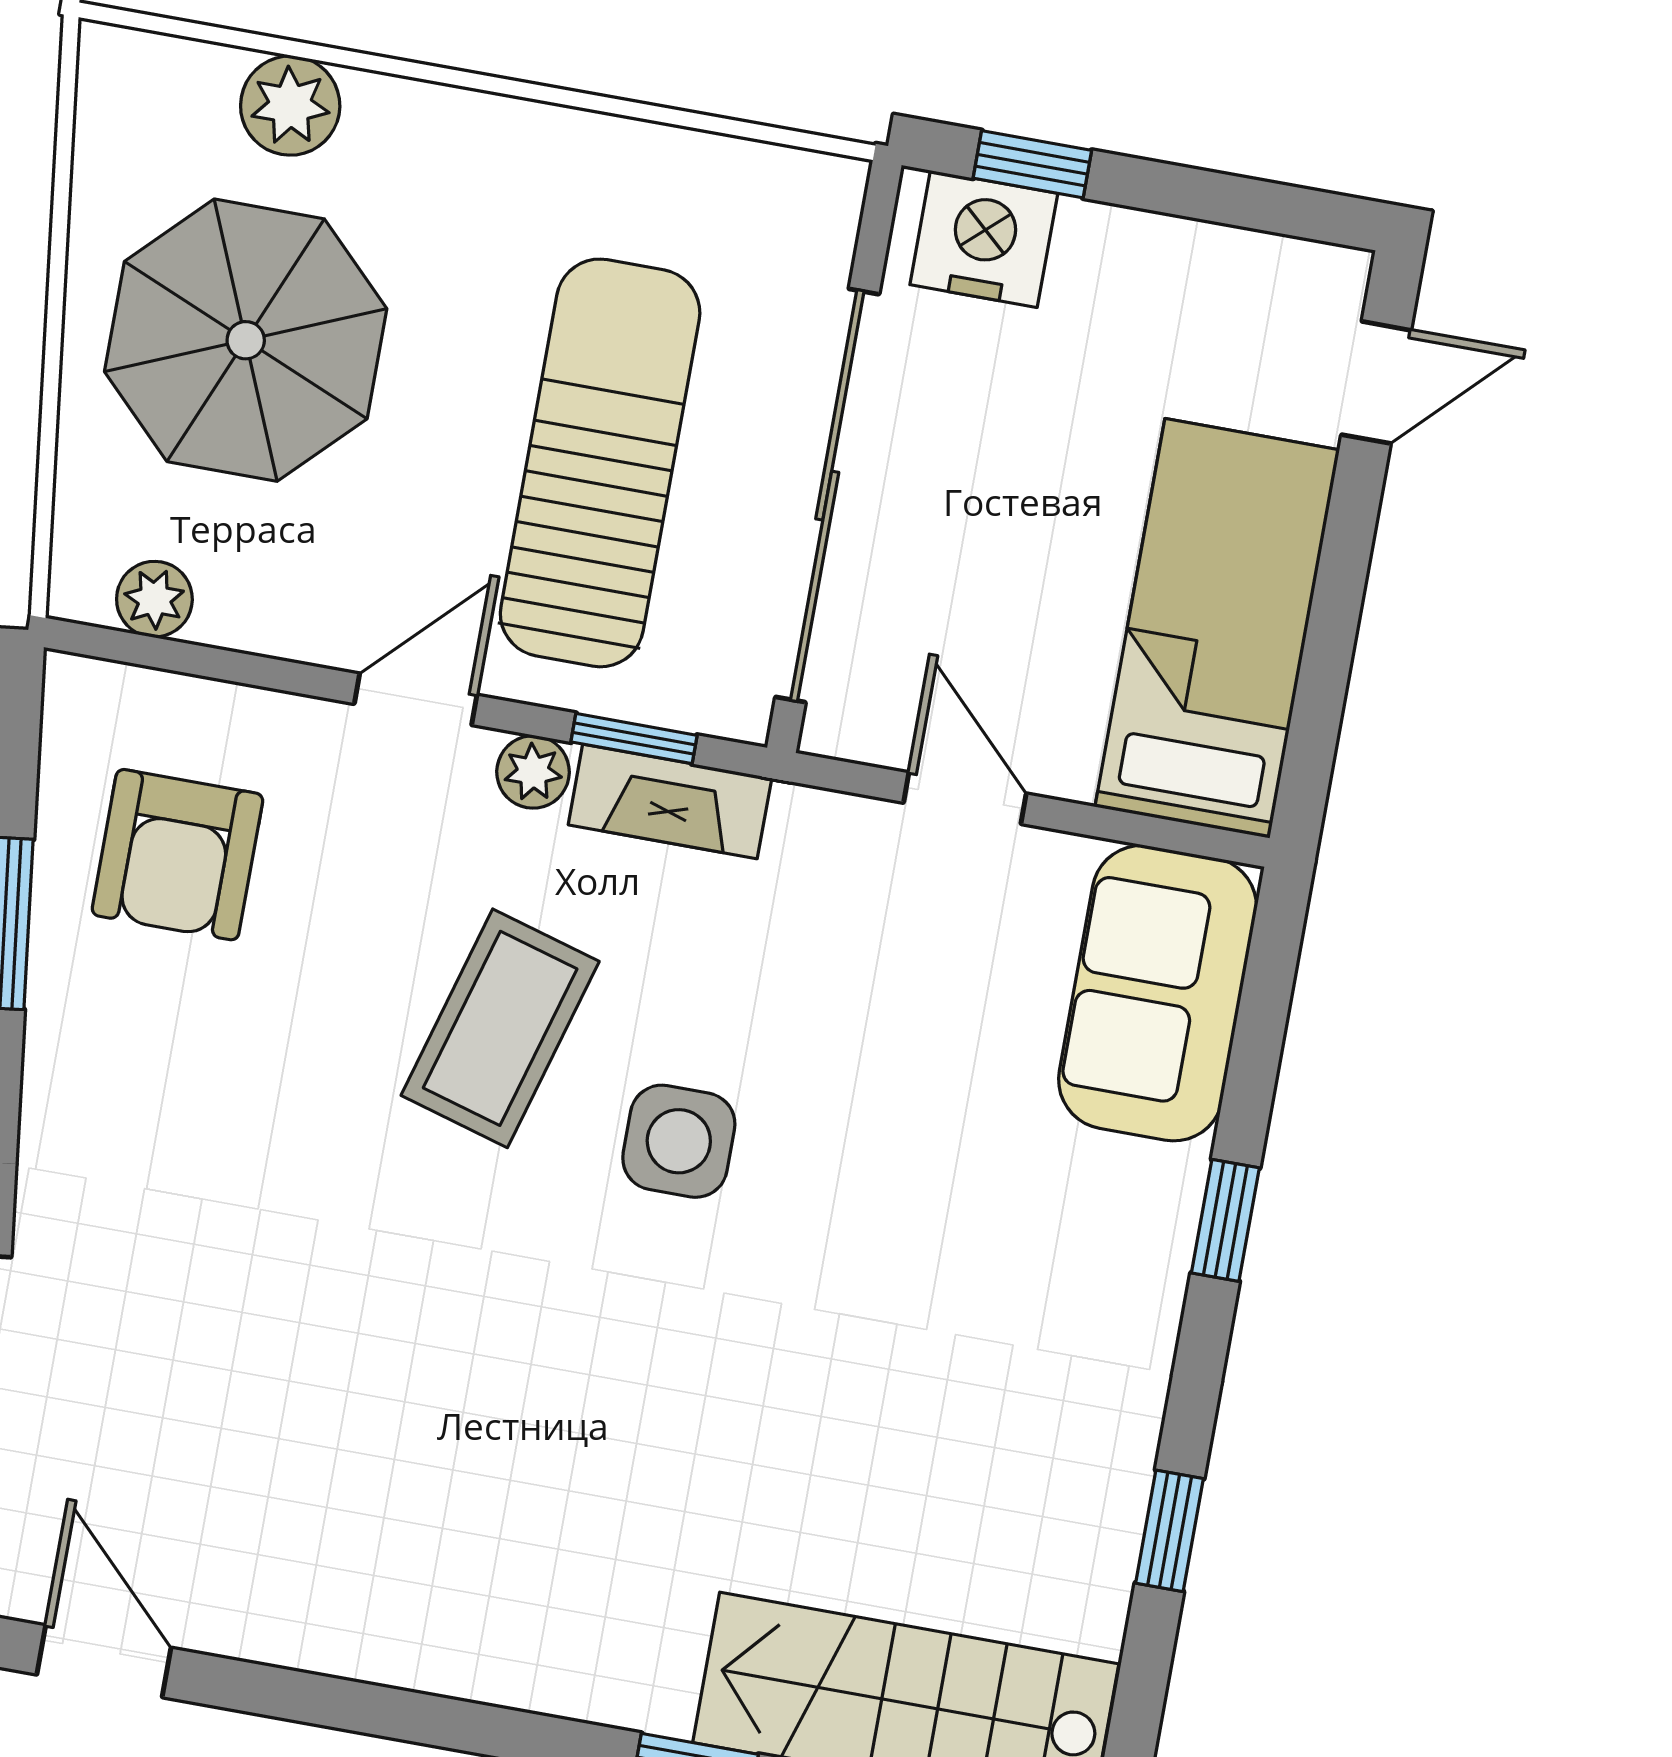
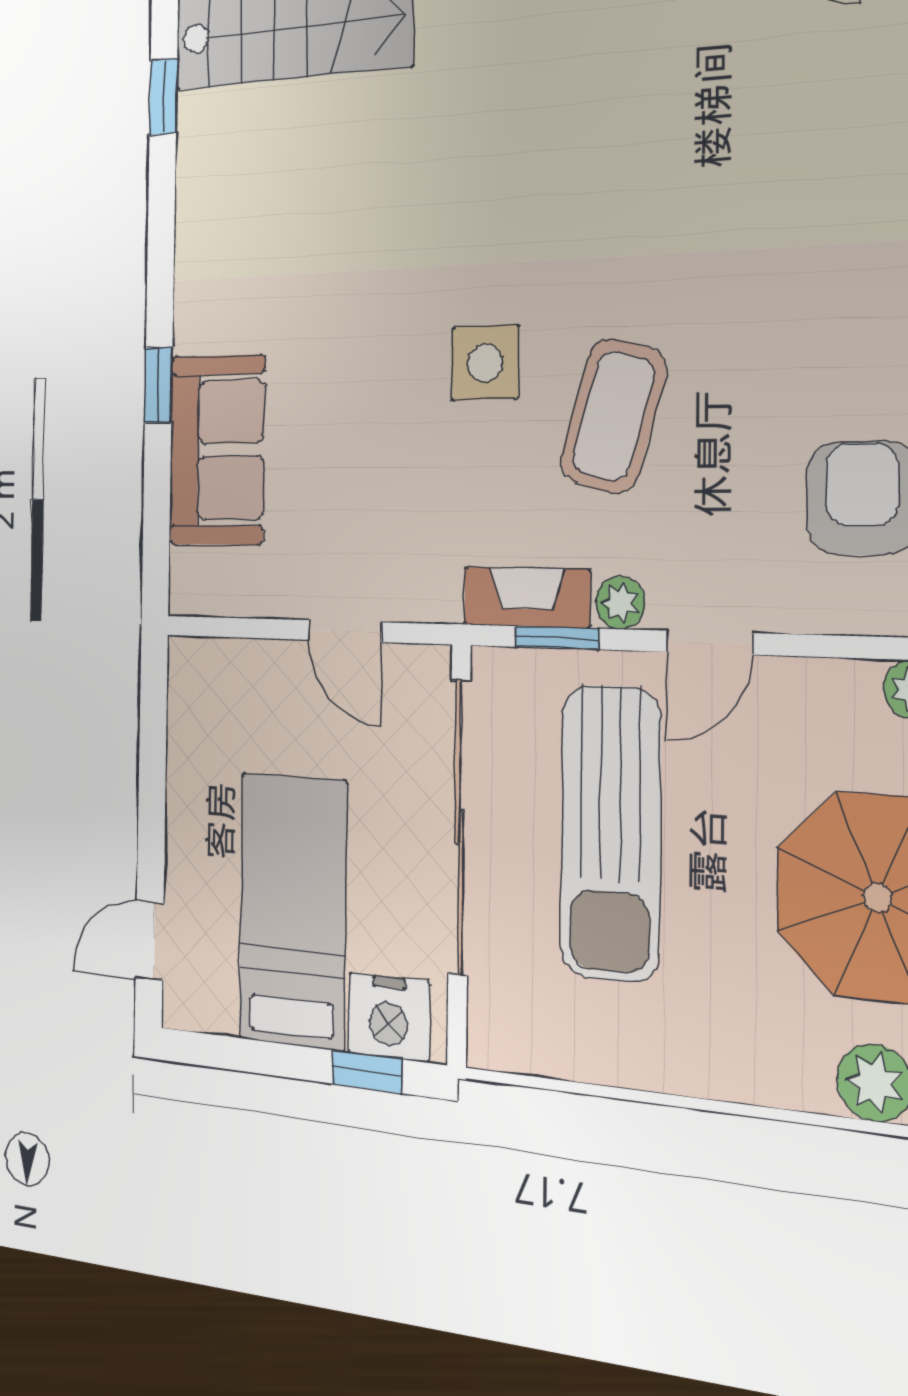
bed: (1217, 628) -> (293, 910), moved, turned 180
sofa: (1158, 993) -> (217, 450), moved
window: (1170, 1531) -> (163, 97), moved

